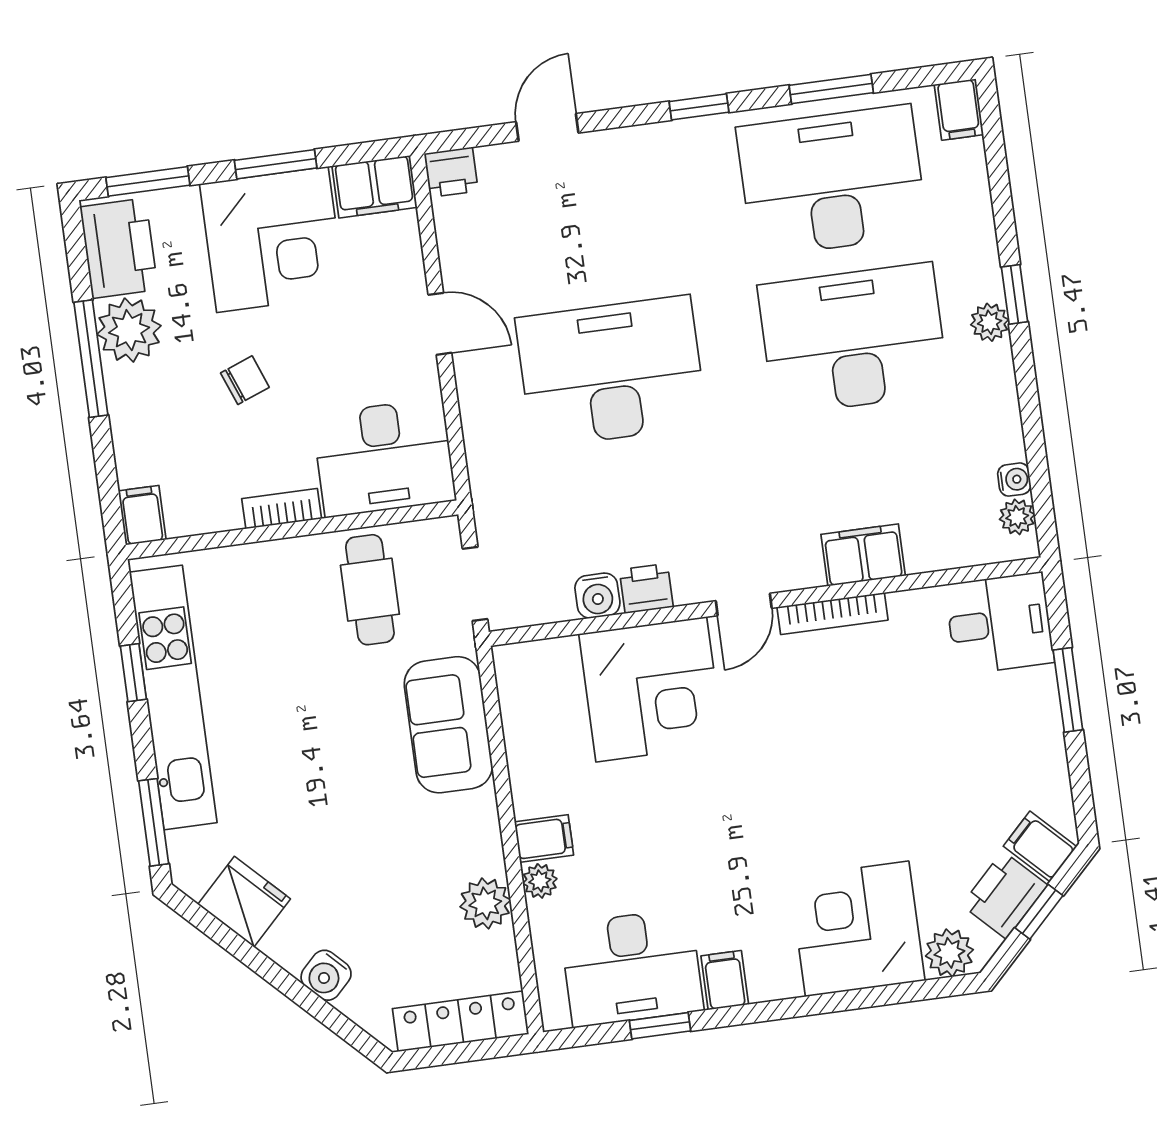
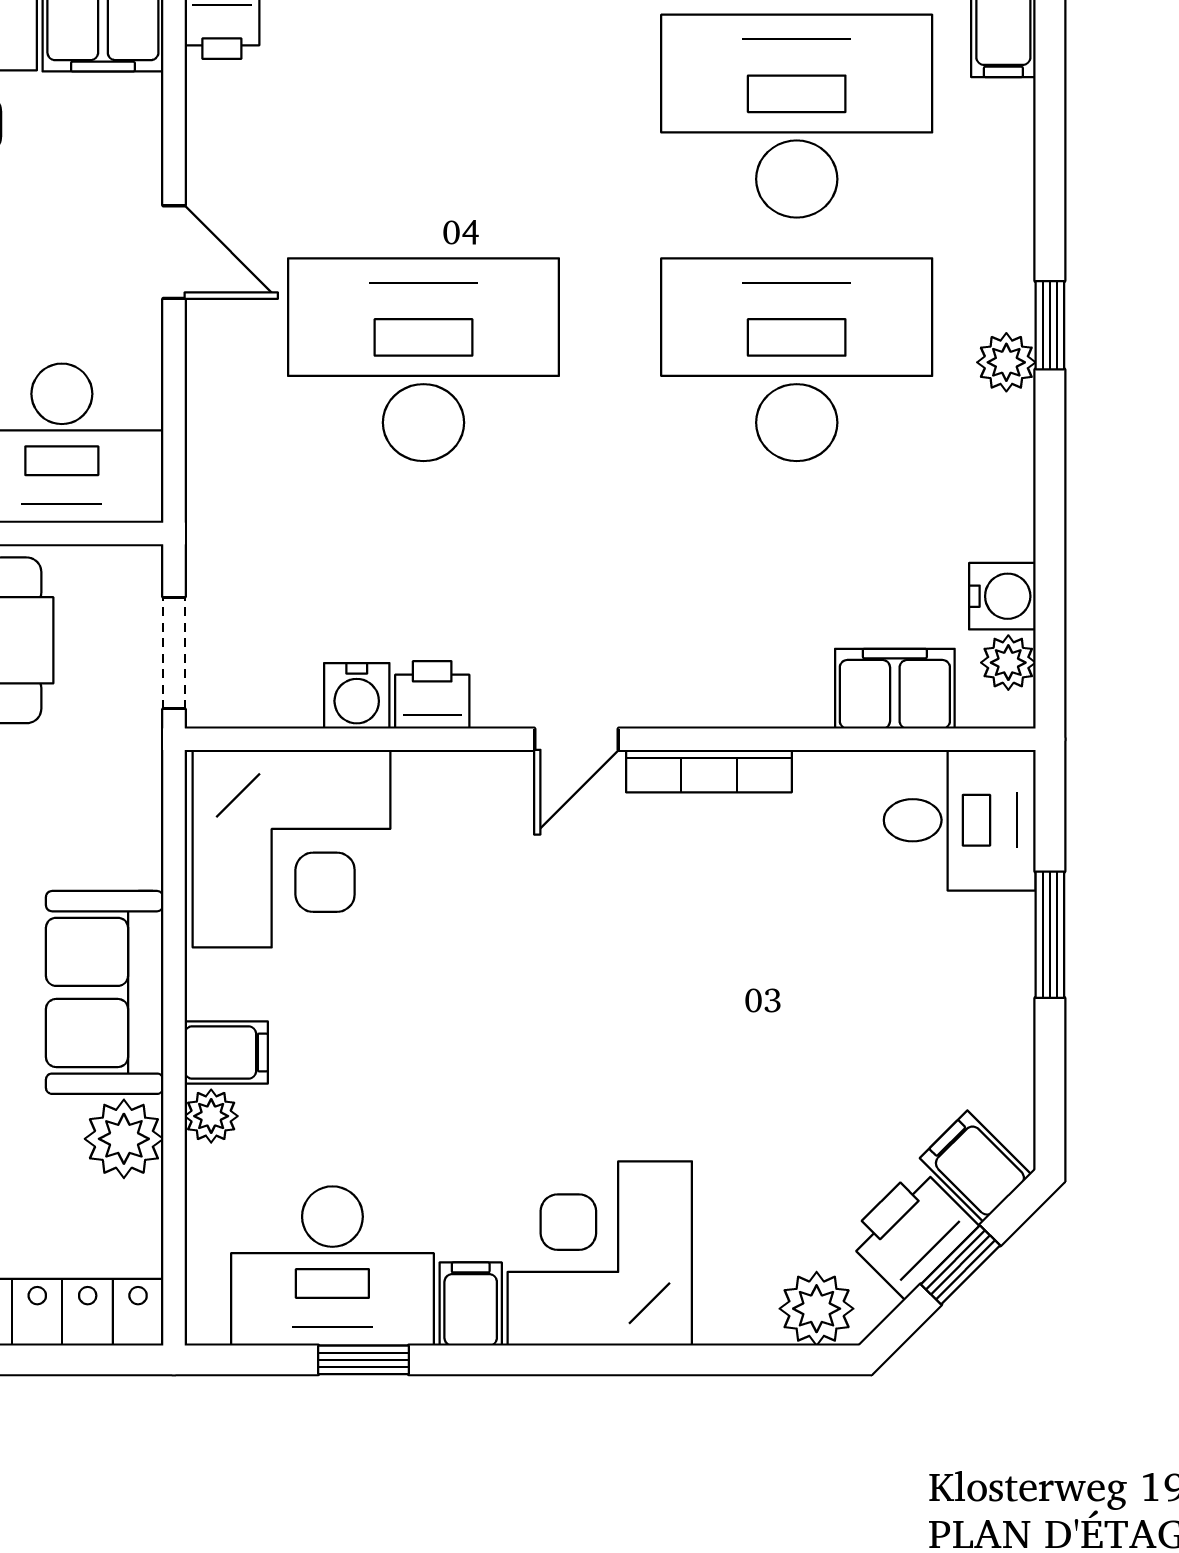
water cooler: (1014, 480) -> (1002, 596), width x1.38, depth x1.38
filing cabinet: (863, 555) -> (895, 689), moved
corner desk: (651, 689) -> (291, 849), moved
sofa: (448, 725) -> (105, 992), moved
corner desk: (857, 929) -> (600, 1253), moved

